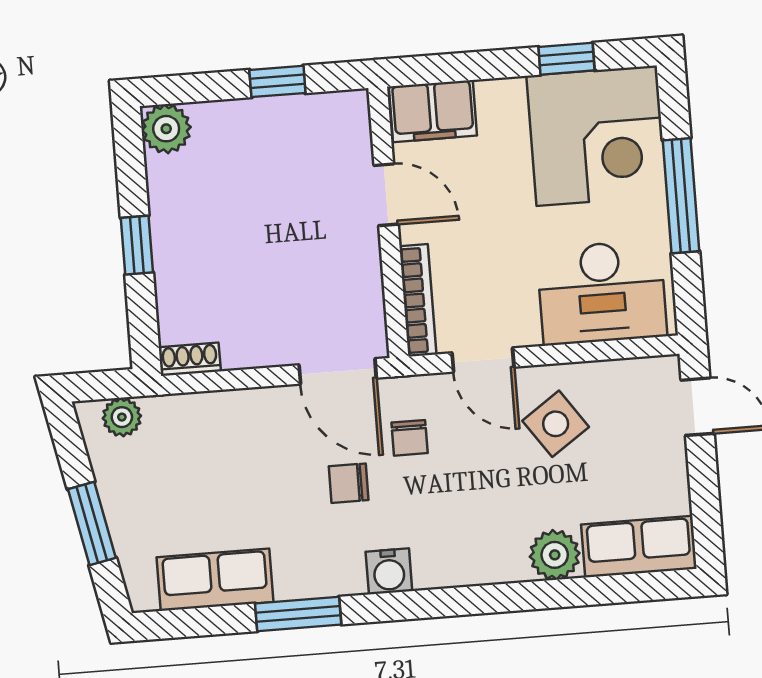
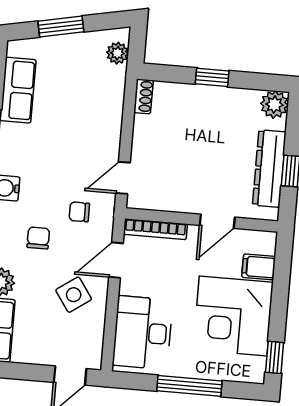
window: (567, 59) -> (275, 357), moved
filing cabinet: (433, 111) -> (259, 267), width x0.50
dresser: (279, 119) -> (269, 169), added
corner desk: (597, 136) -> (233, 316), moved
door: (338, 371) -> (123, 178), width x0.73
chair: (349, 483) -> (38, 238), moved

